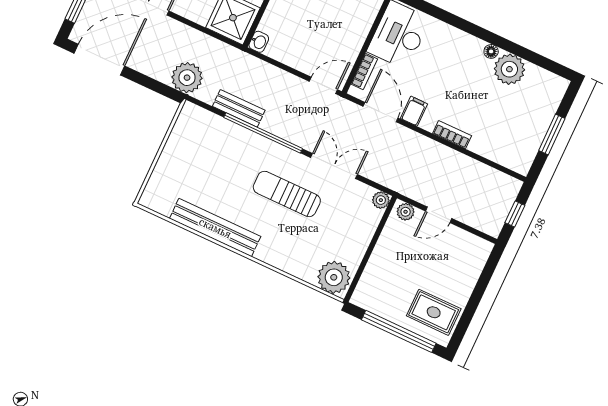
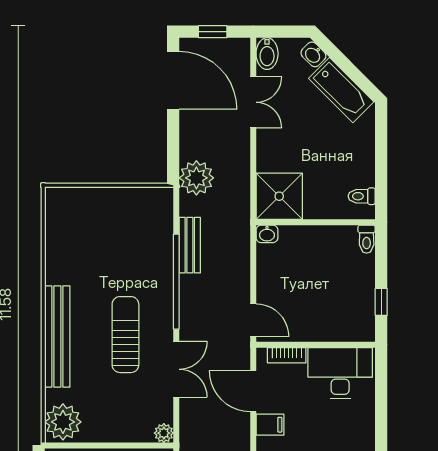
door: (381, 112) -> (253, 391), swing flipped
bench: (215, 228) -> (57, 337), moved

